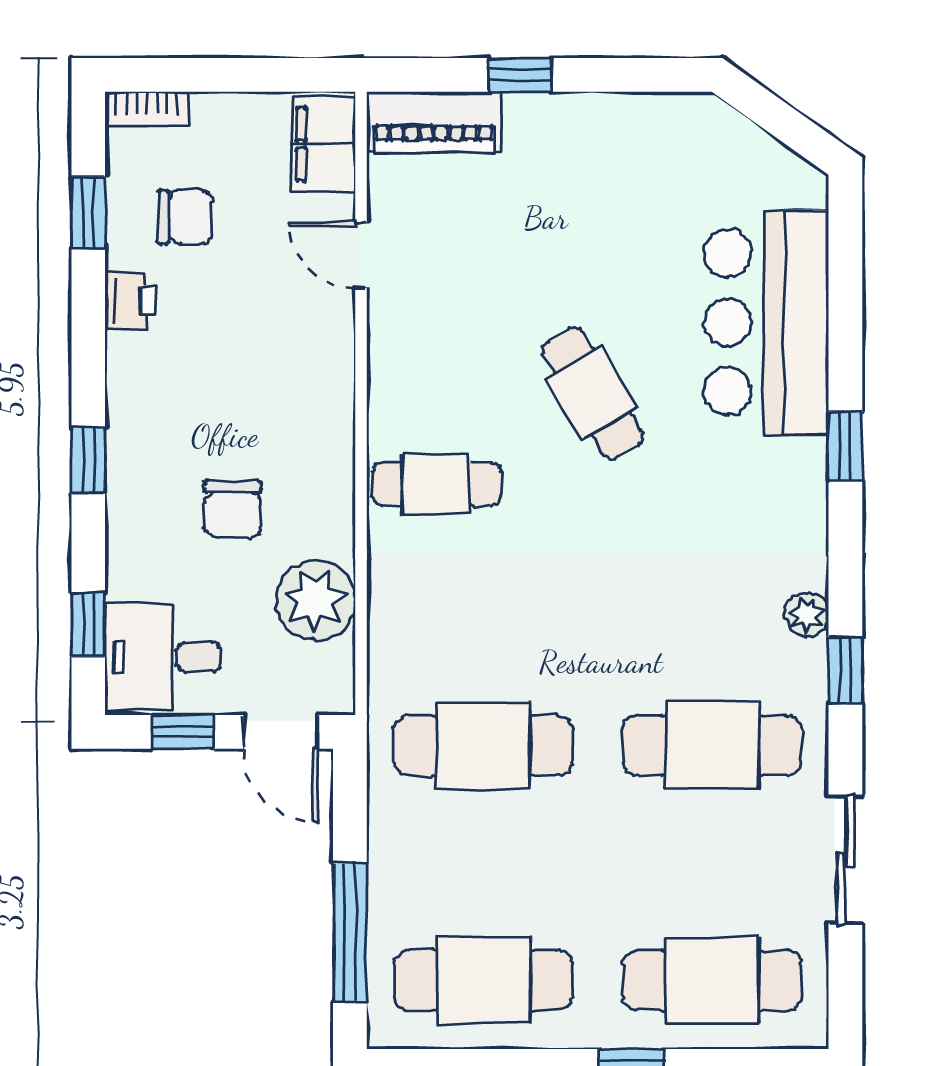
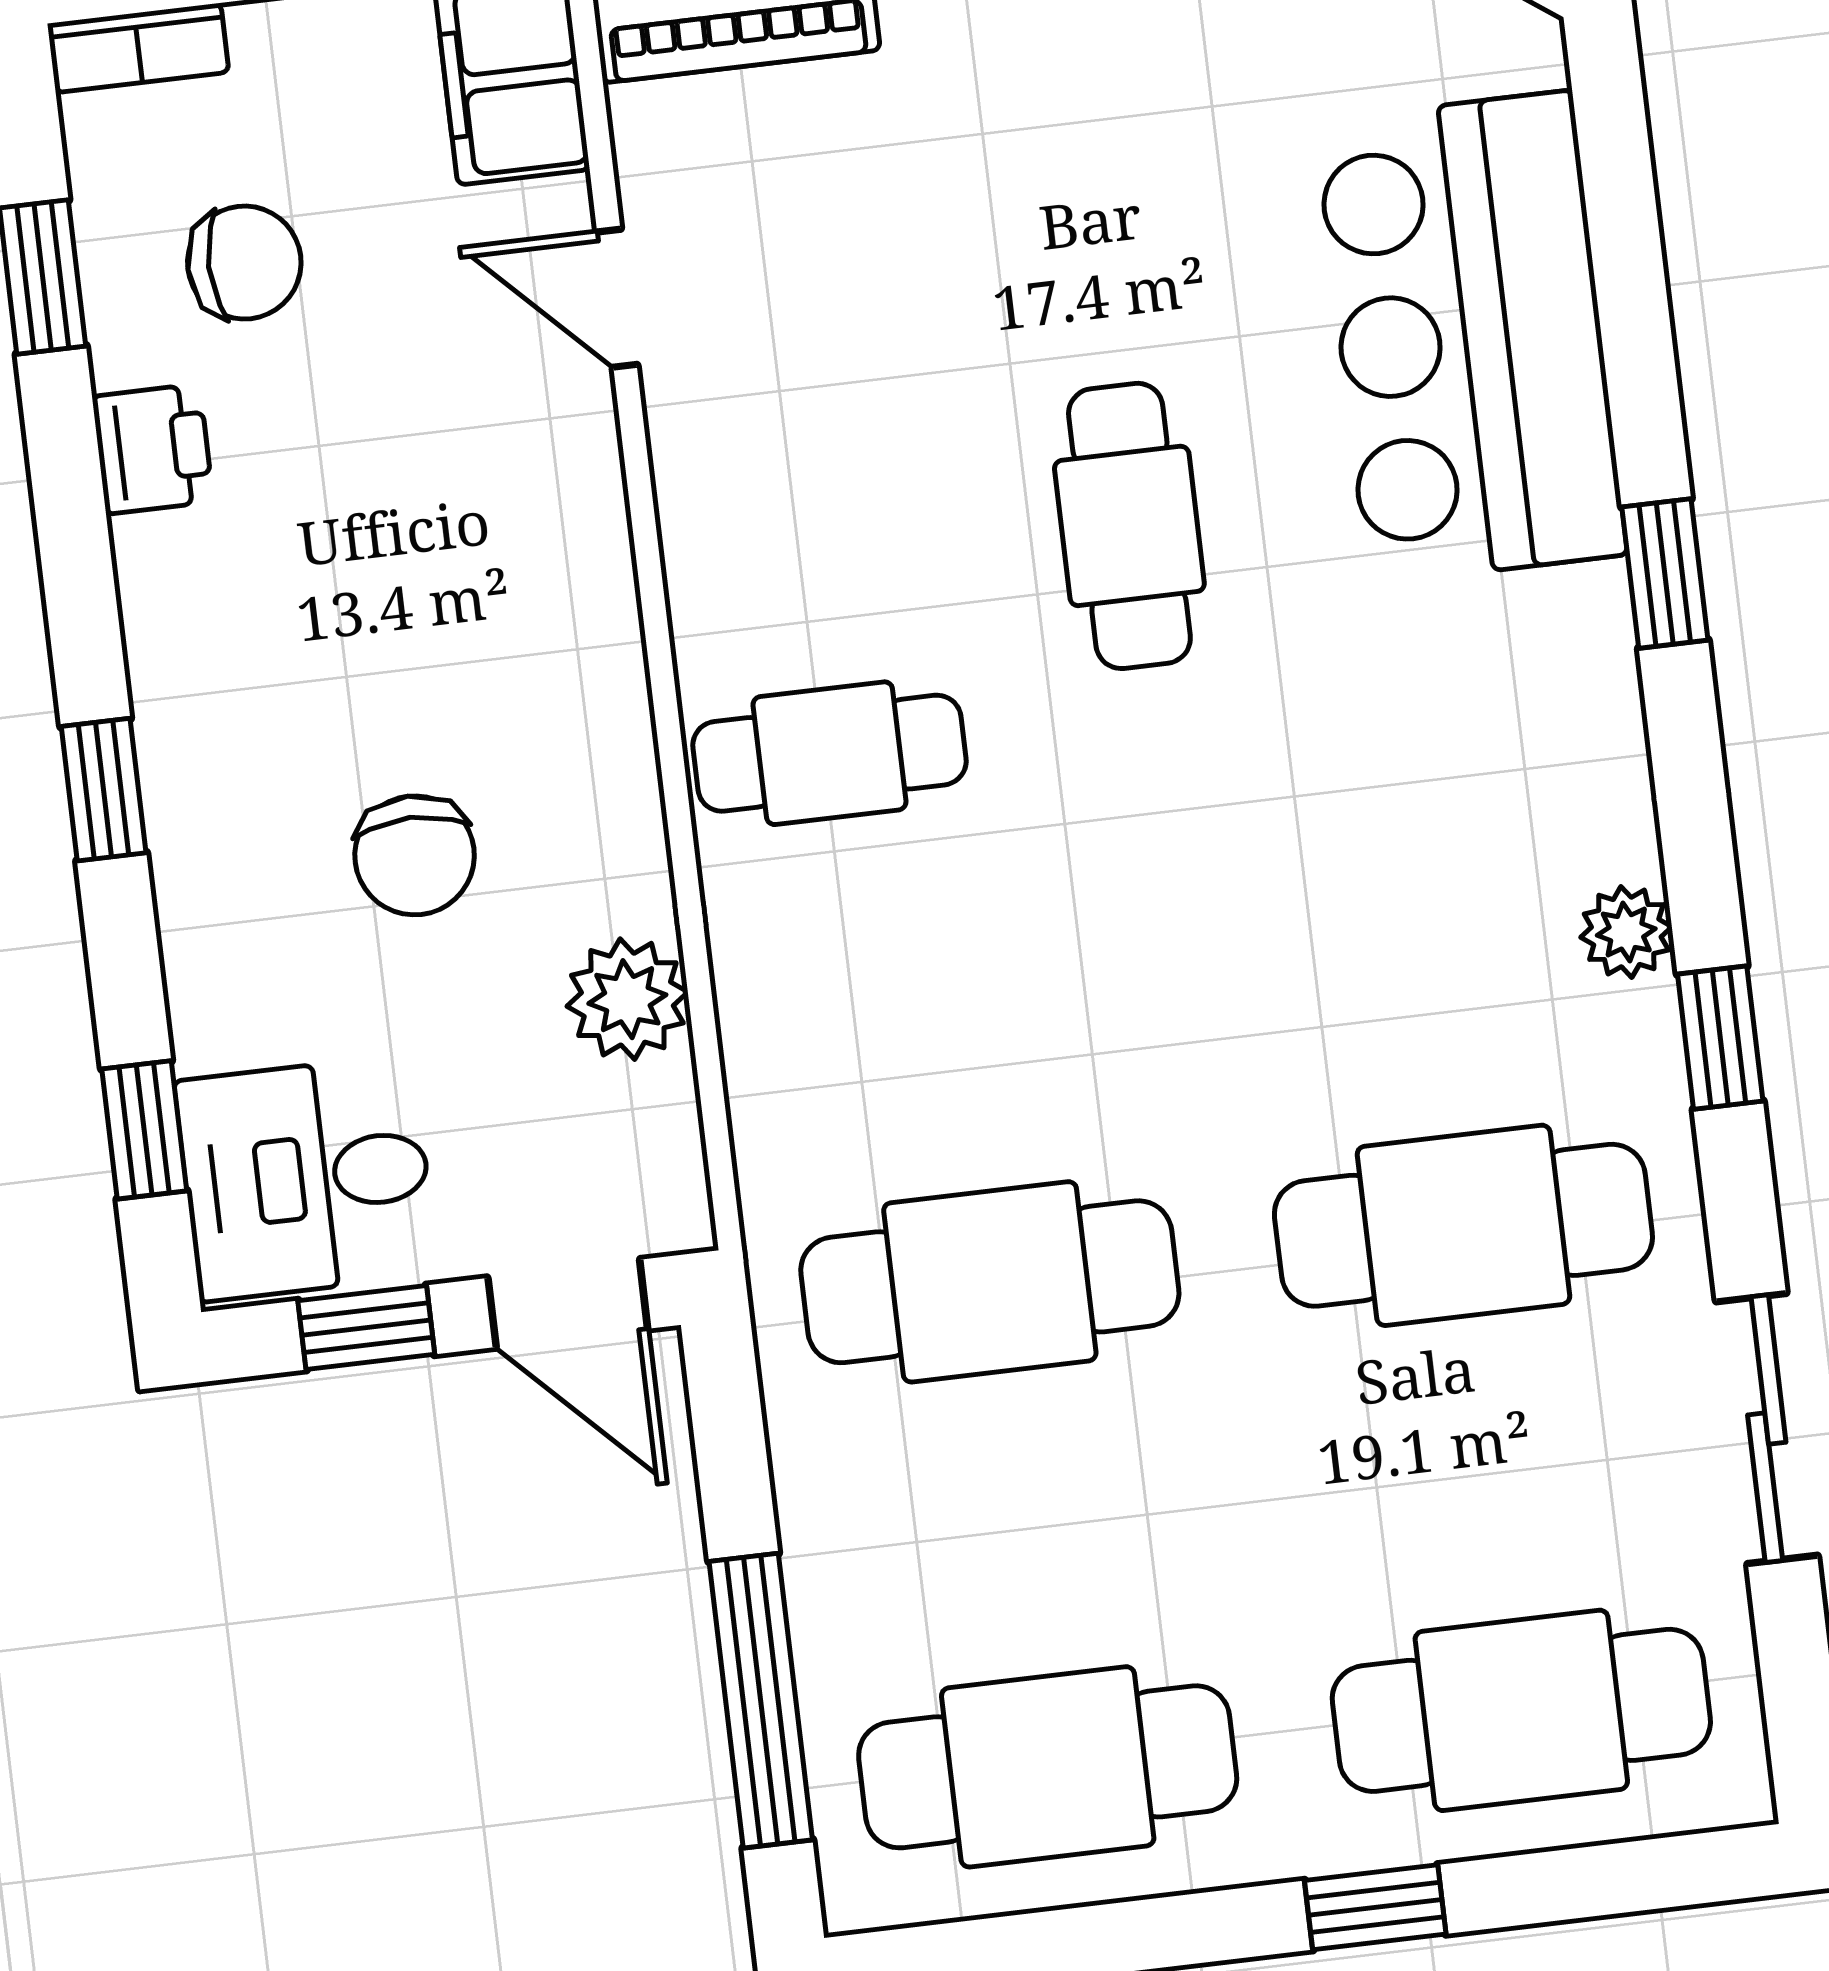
cafe table: (593, 393) -> (1129, 526), turned 31
plant: (316, 601) -> (627, 999), width x0.73, depth x0.73

